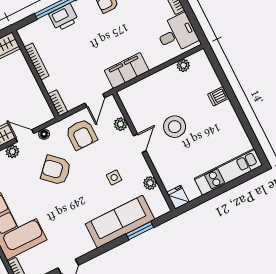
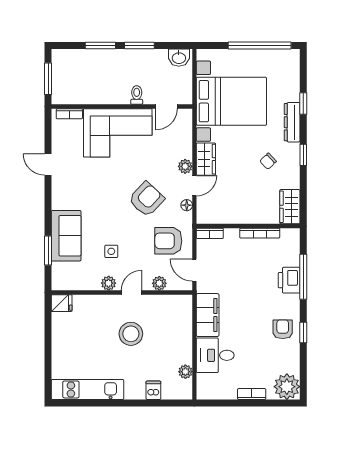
desk: (177, 34) -> (215, 355), moved, turned 90
dishwasher: (218, 96) -> (153, 390), moved
door: (140, 143) -> (132, 292), swing flipped
kitchen unit: (228, 172) -> (87, 389), moved, turned -90
plant: (150, 183) -> (109, 283), moved
sofa: (120, 222) -> (66, 236), width x0.73

